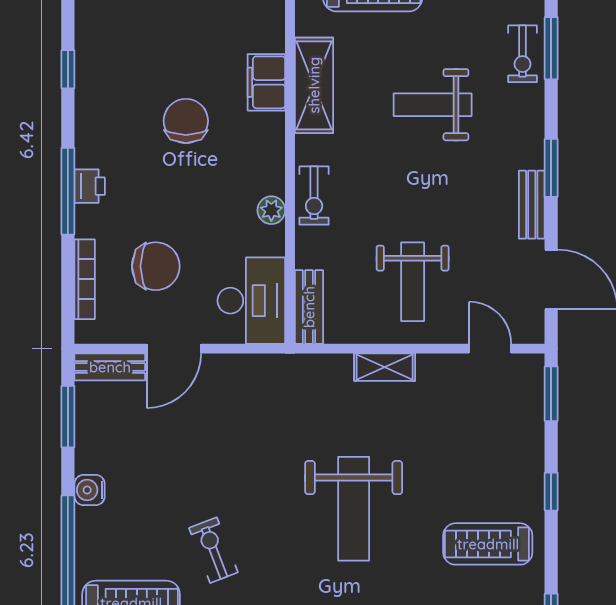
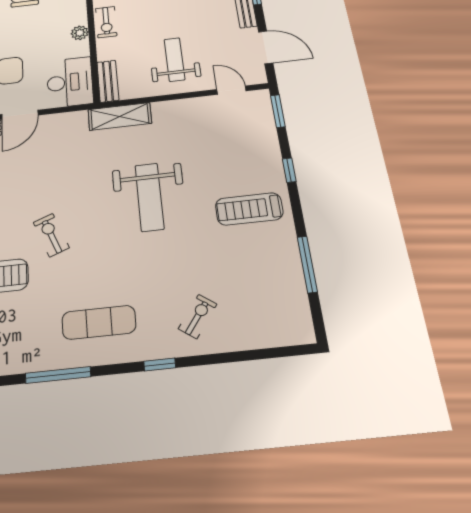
weight bench: (413, 282) -> (174, 59), turned 180
shelving: (385, 367) -> (120, 116), moved, width x1.50, depth x1.33

